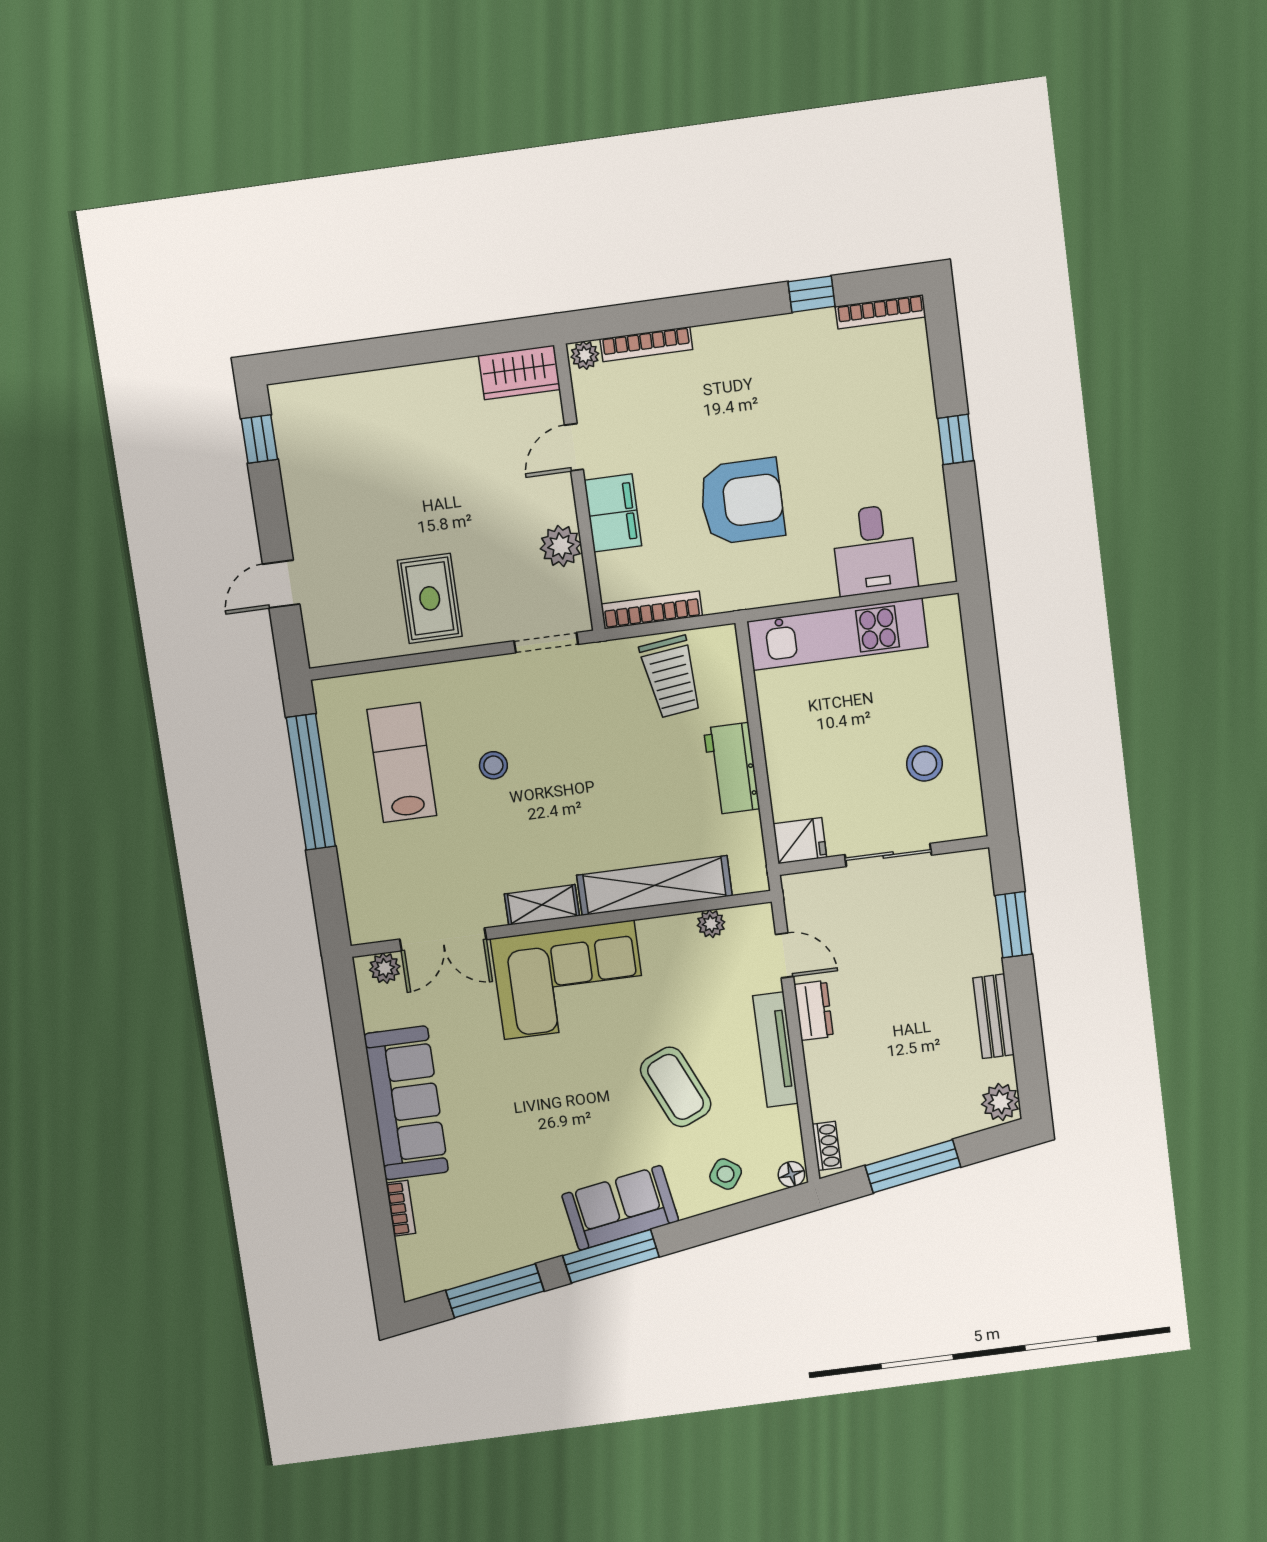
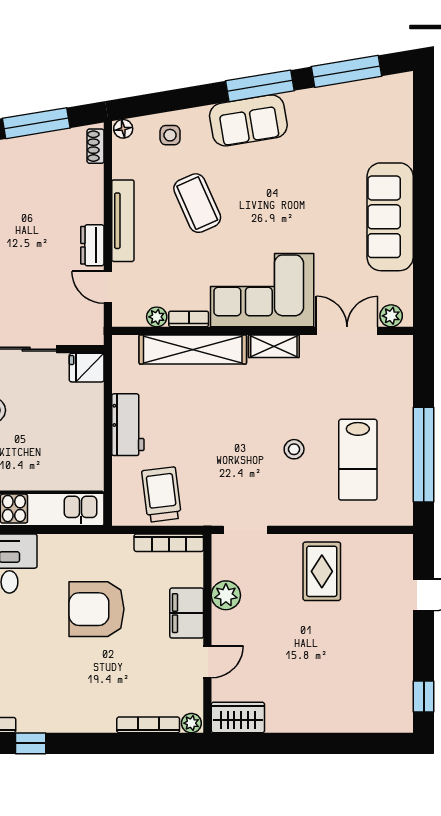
side table: (726, 1174) -> (170, 135), turned -35
bookcase: (401, 1208) -> (189, 319), moved, turned 90

